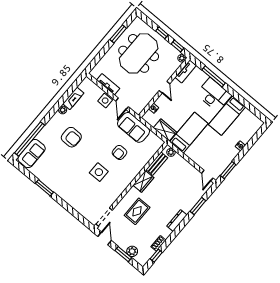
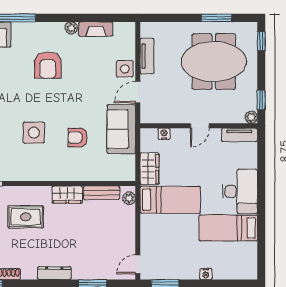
window: (162, 33) -> (261, 41), moved
window: (214, 76) -> (261, 173), removed

